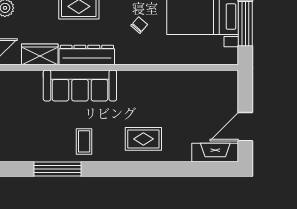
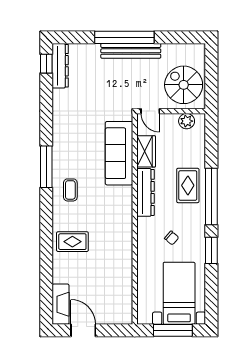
sofa: (80, 86) -> (119, 153), moved
rug: (143, 139) -> (72, 242), turned 90
coffee table: (84, 141) -> (70, 190), turned 90

